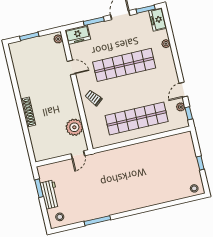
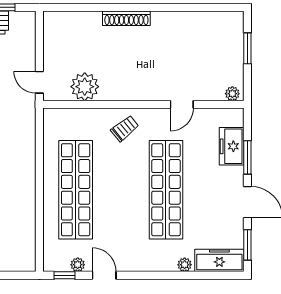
freezer: (158, 19) -> (219, 260), width x1.40
freezer: (78, 35) -> (232, 146), moved

